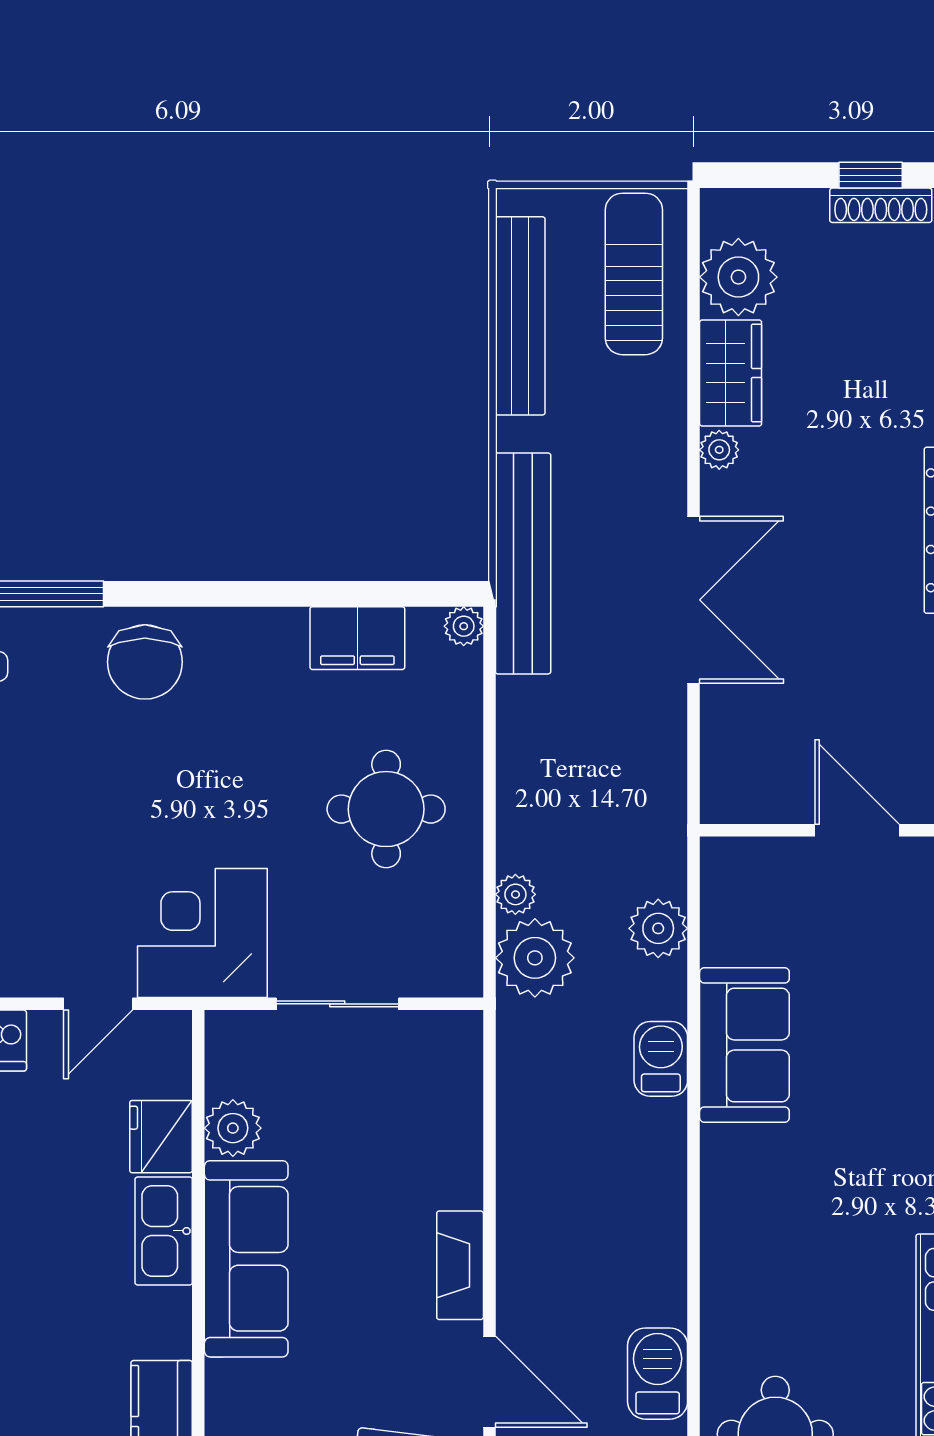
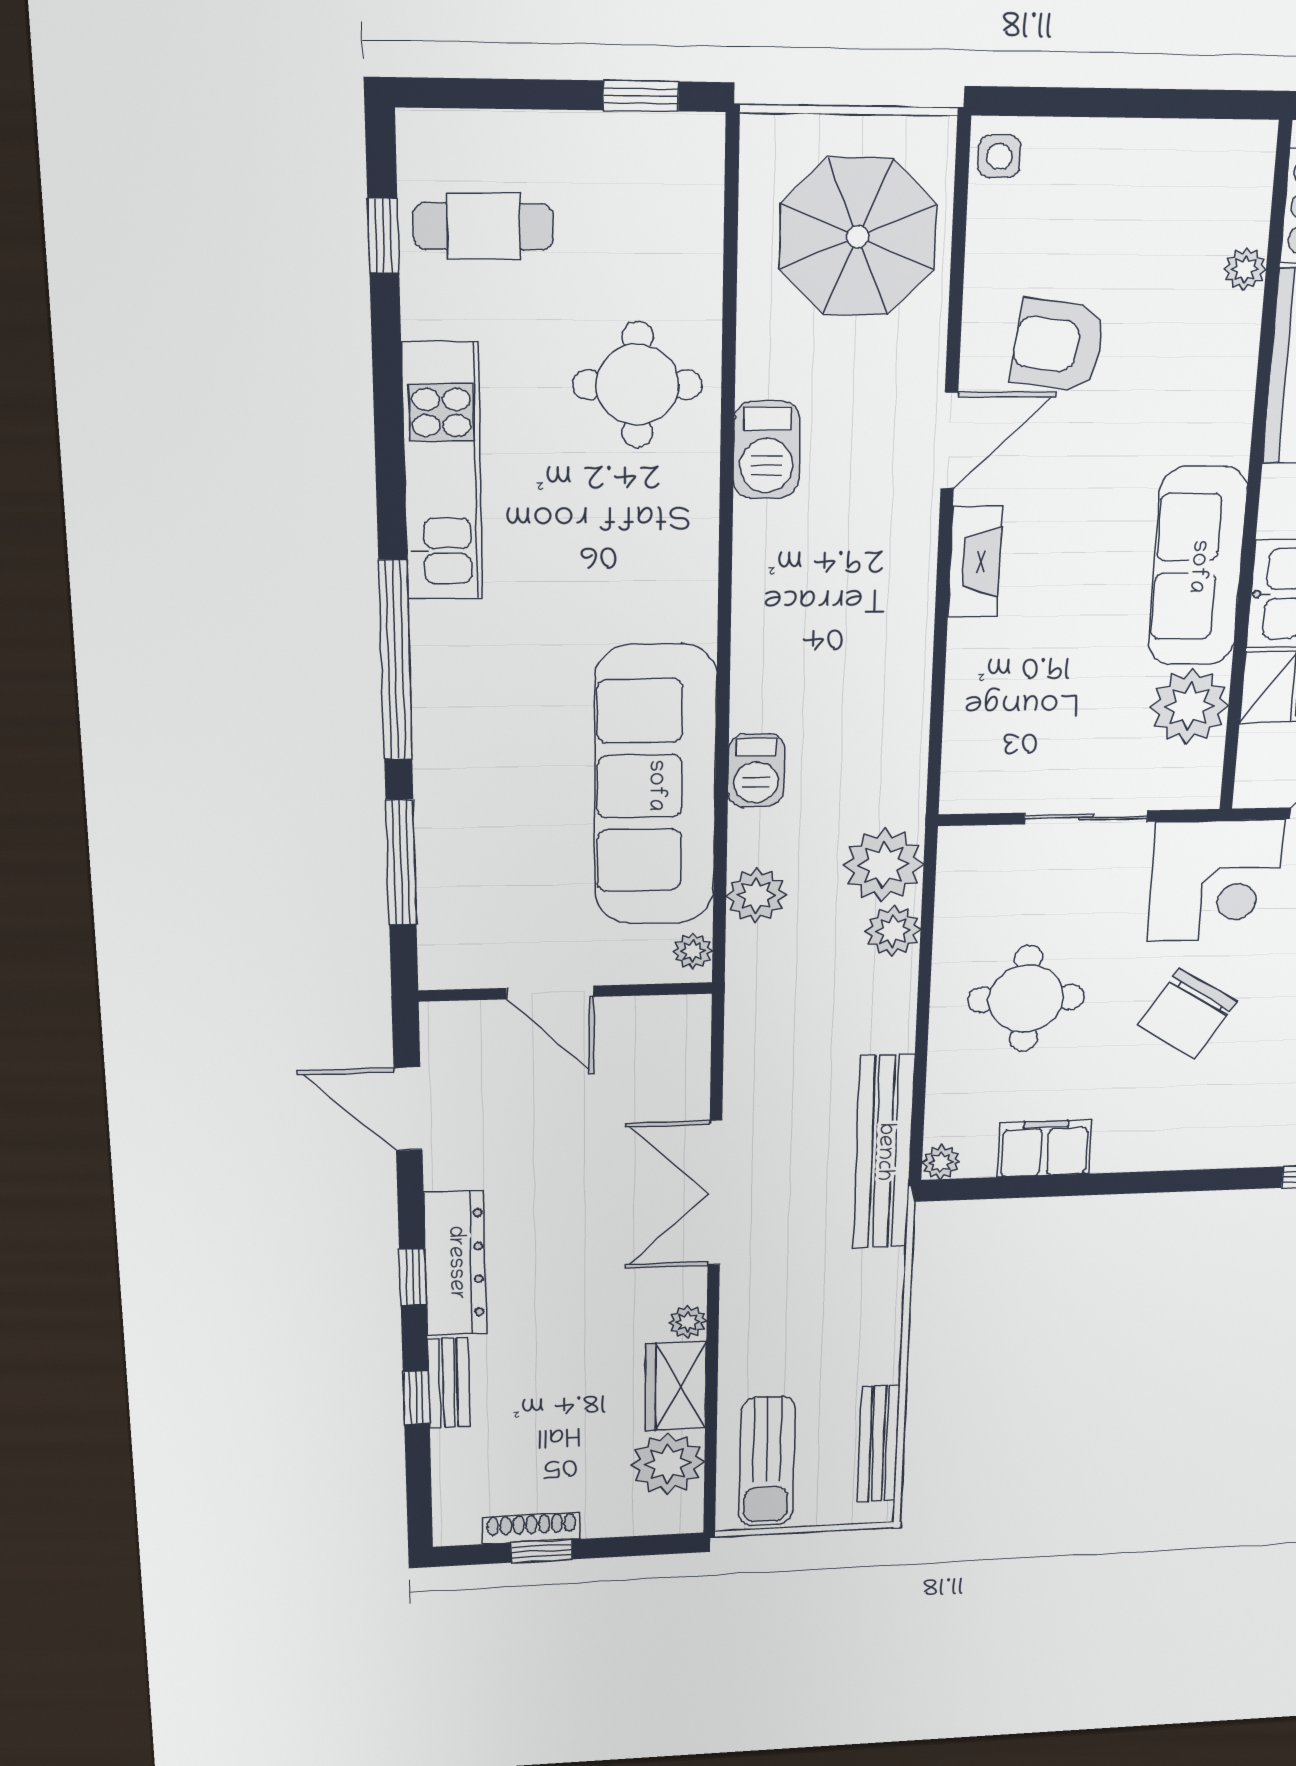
bench: (520, 316) -> (878, 1444), width x0.73, depth x0.82
bench: (523, 563) -> (884, 1152), moved
chair: (145, 662) -> (1187, 1014), moved, turned -148
plant: (719, 871) -> (693, 951), added
plant: (515, 894) -> (893, 931), width x1.38, depth x1.38
sofa: (744, 1045) -> (655, 786), width x1.85, depth x1.27
plant: (233, 1128) -> (1189, 706), width x1.36, depth x1.36
door: (489, 1382) -> (949, 441), swing flipped

